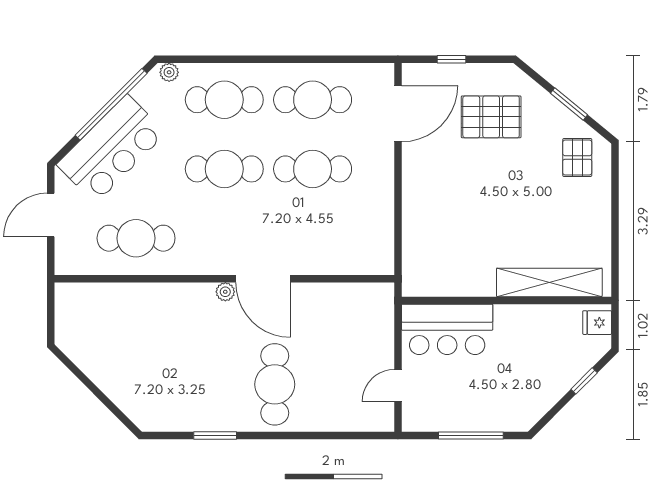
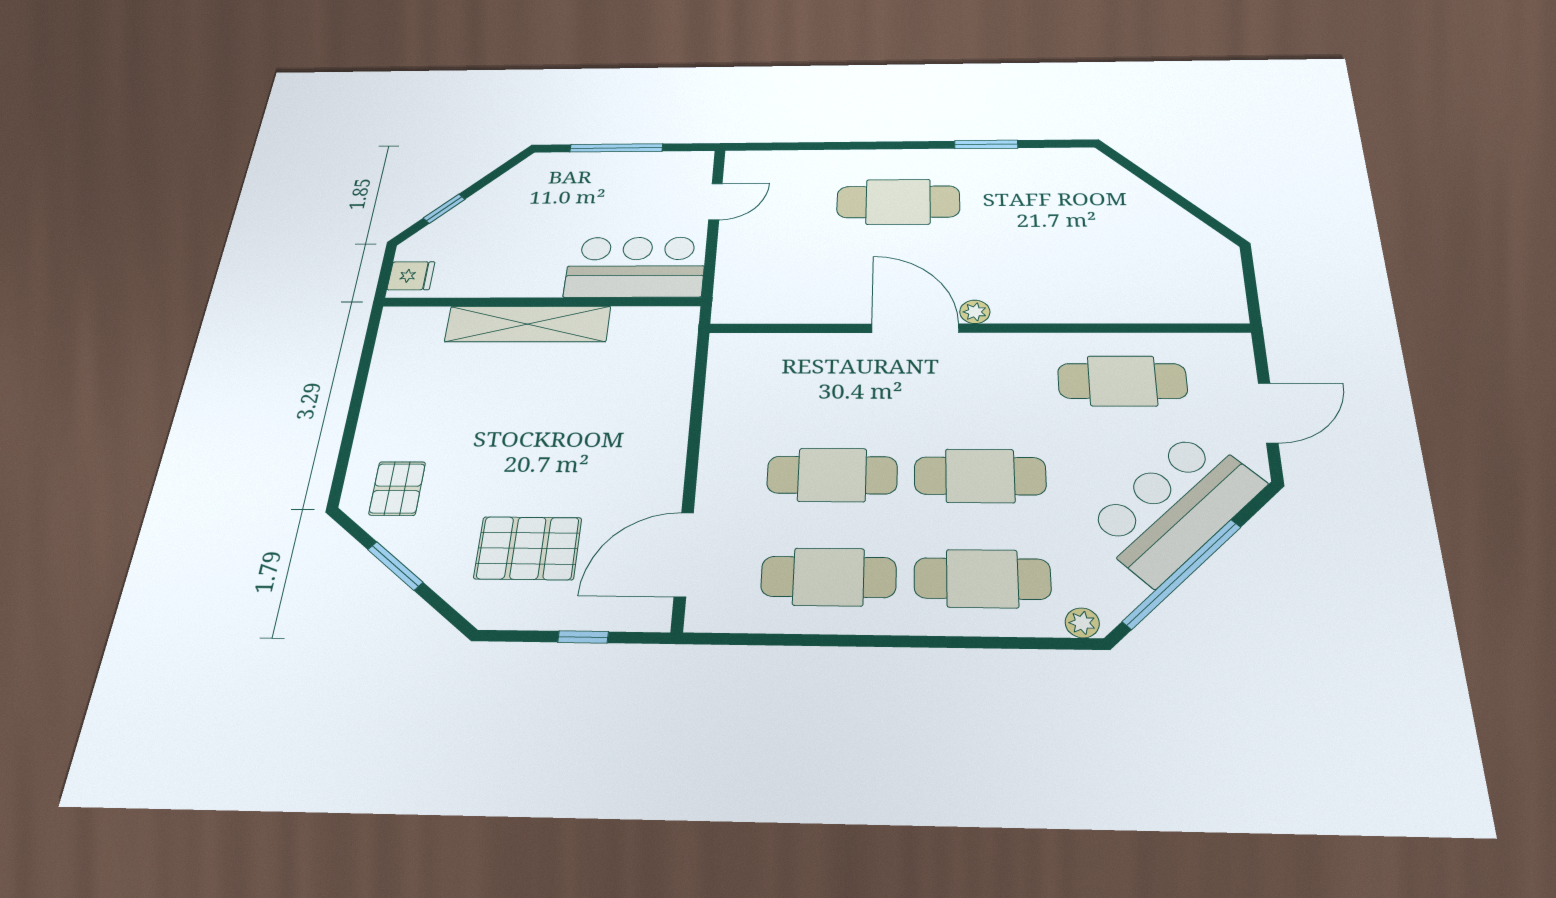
shelving: (549, 282) -> (528, 324), moved
cafe table: (275, 384) -> (898, 202), turned 90

